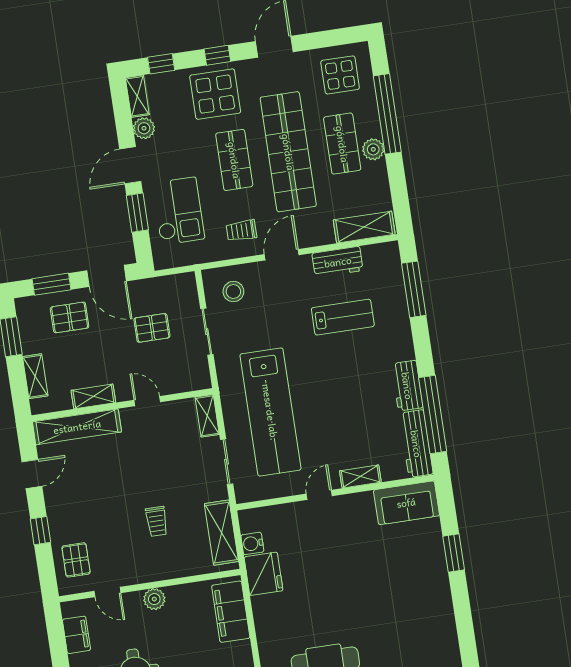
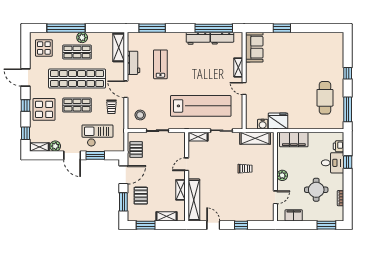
pallet: (152, 328) -> (136, 149), moved
workbench: (416, 444) -> (222, 38), width x0.73
pallet: (76, 560) -> (258, 210), removed

